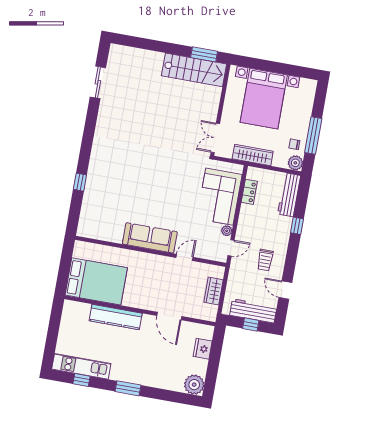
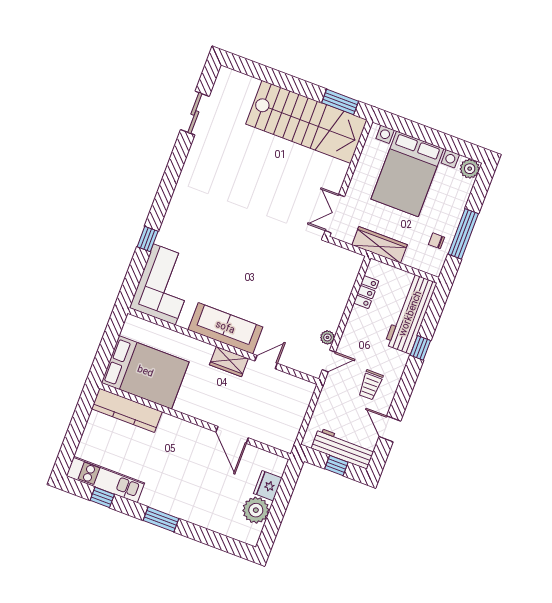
stairs: (194, 70) -> (307, 122), width x1.36, depth x1.51
plant: (295, 163) -> (470, 169), moved
workbench: (289, 195) -> (411, 314), width x1.36, depth x1.32
corner sofa: (219, 197) -> (164, 284), moved, turned 180
wardrobe: (214, 291) -> (229, 362), moved, turned -90
kitchen counter: (116, 317) -> (127, 410), moved
plant: (194, 385) -> (256, 510), moved

